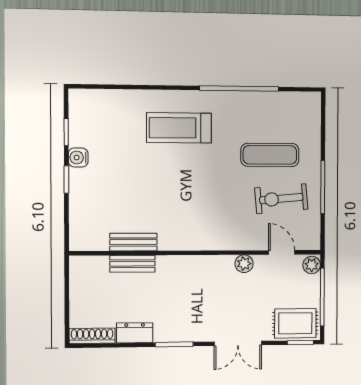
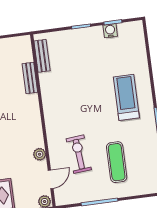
water cooler: (78, 157) -> (110, 31), moved
exercise bike: (281, 199) -> (79, 154), moved
bench: (133, 242) -> (42, 56), moved

